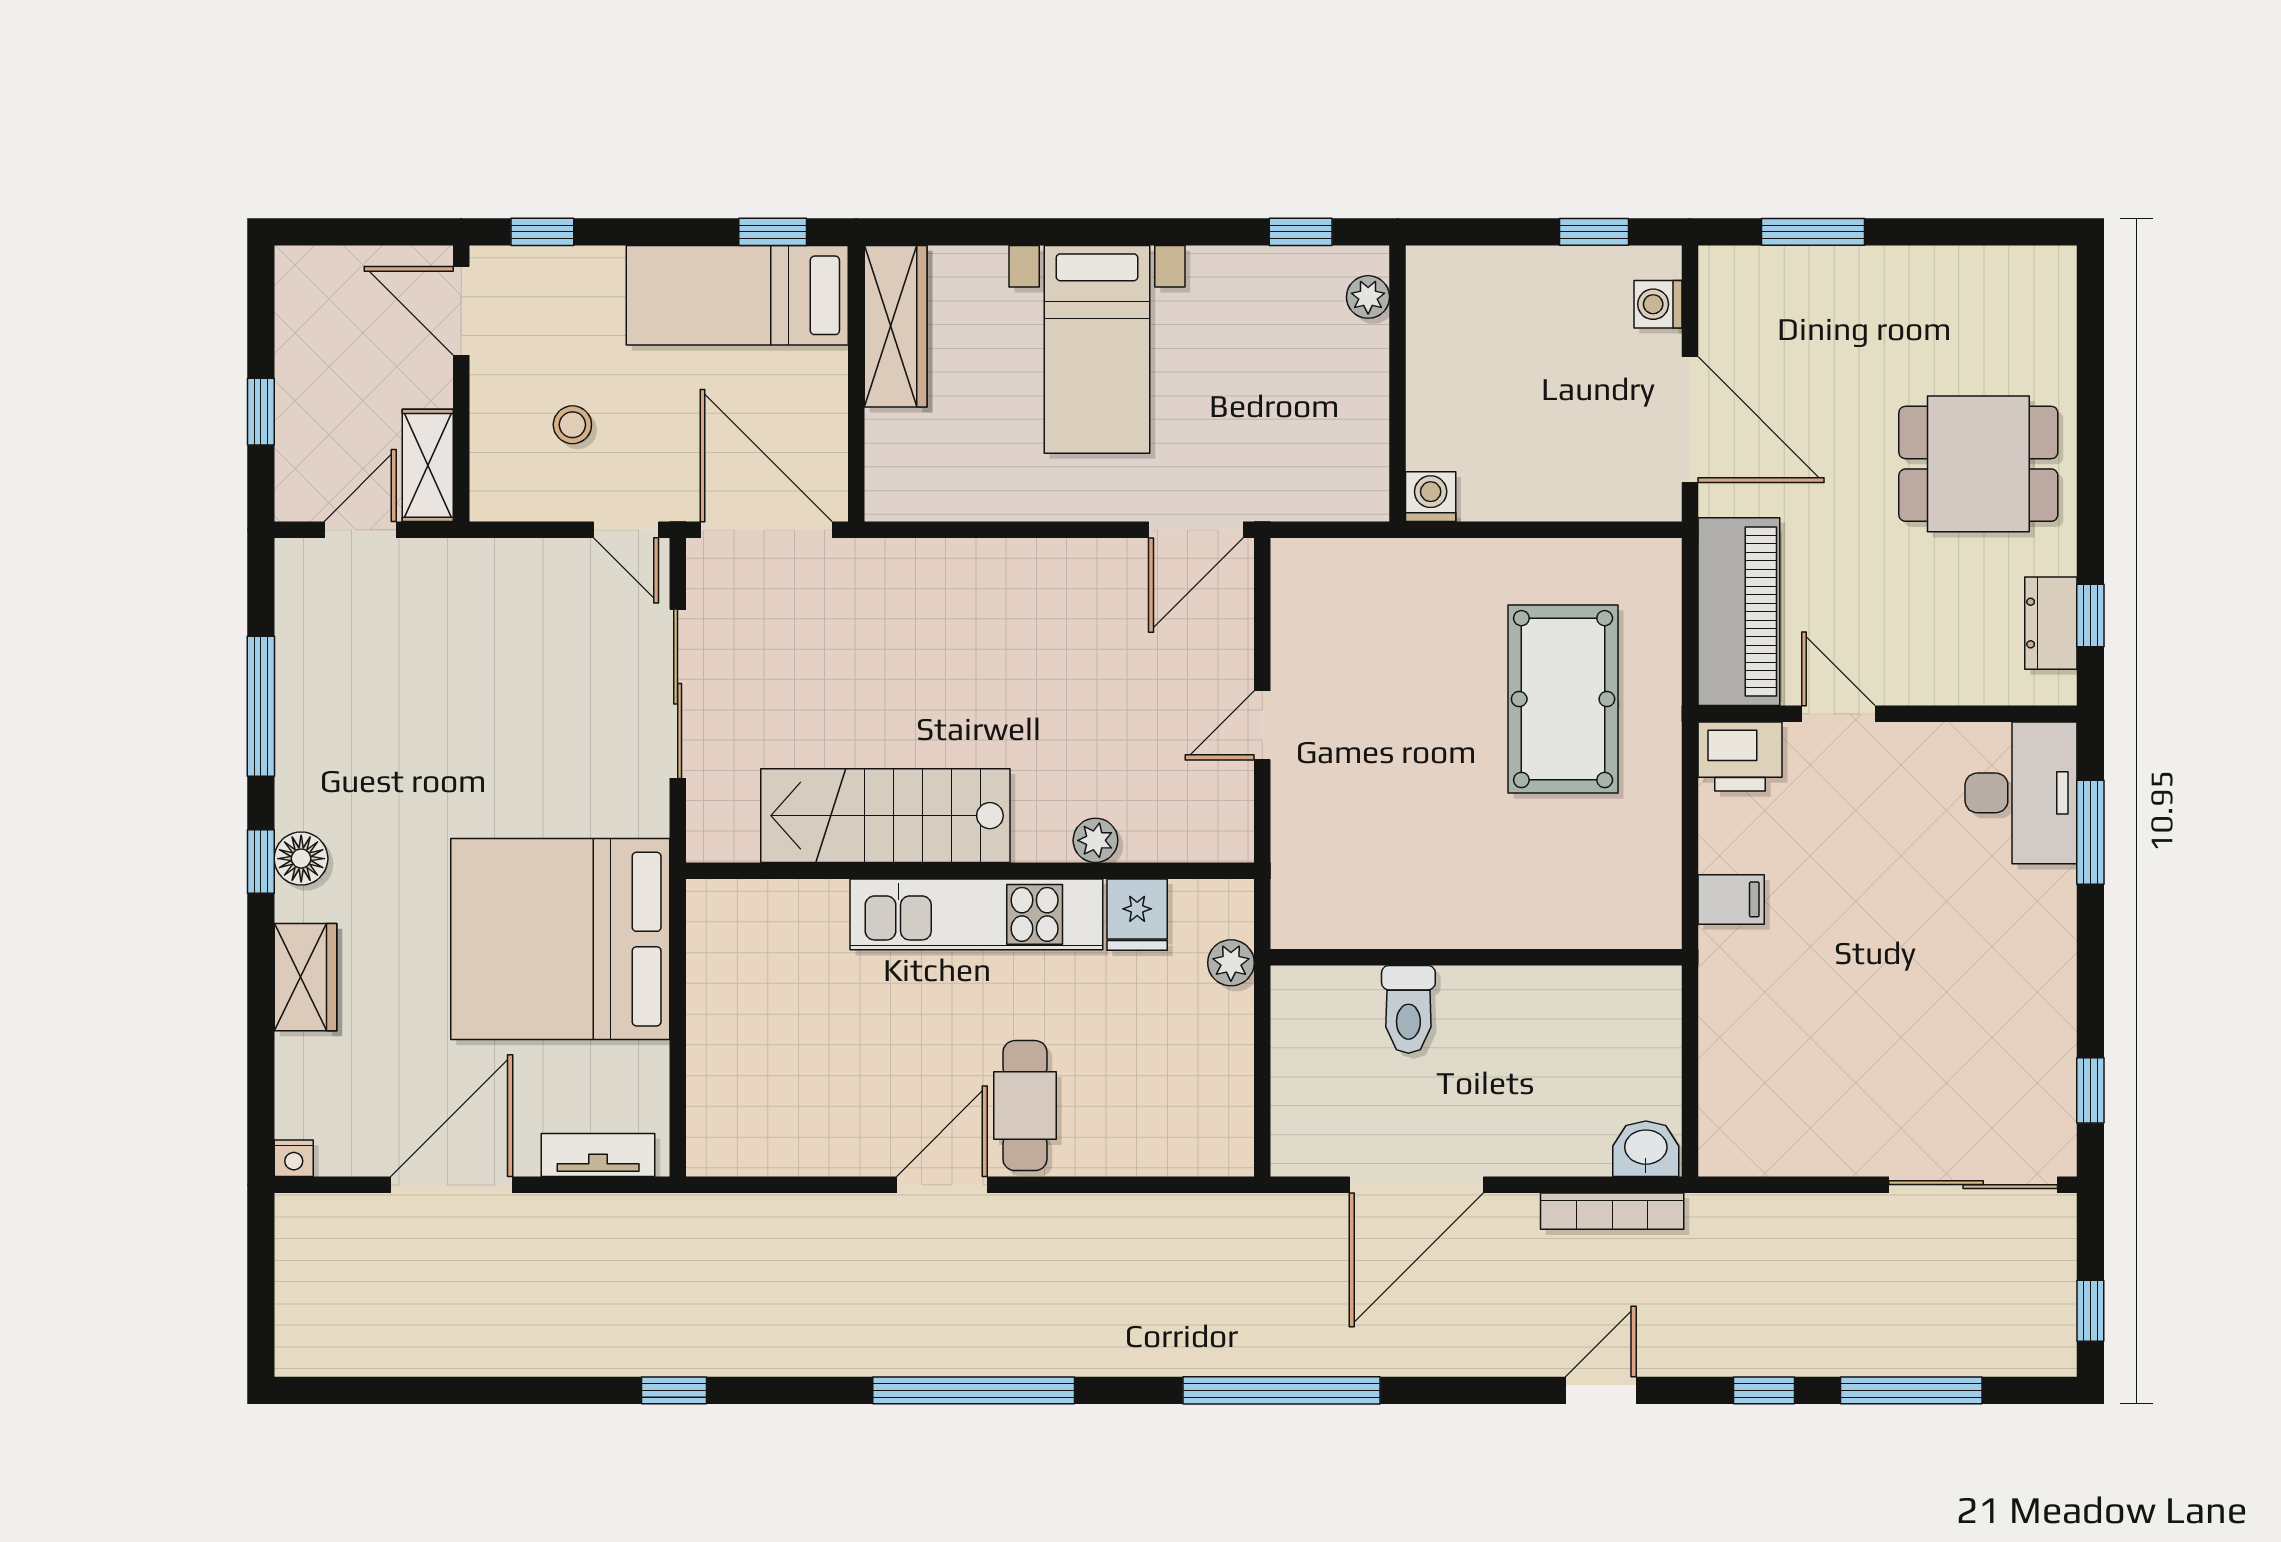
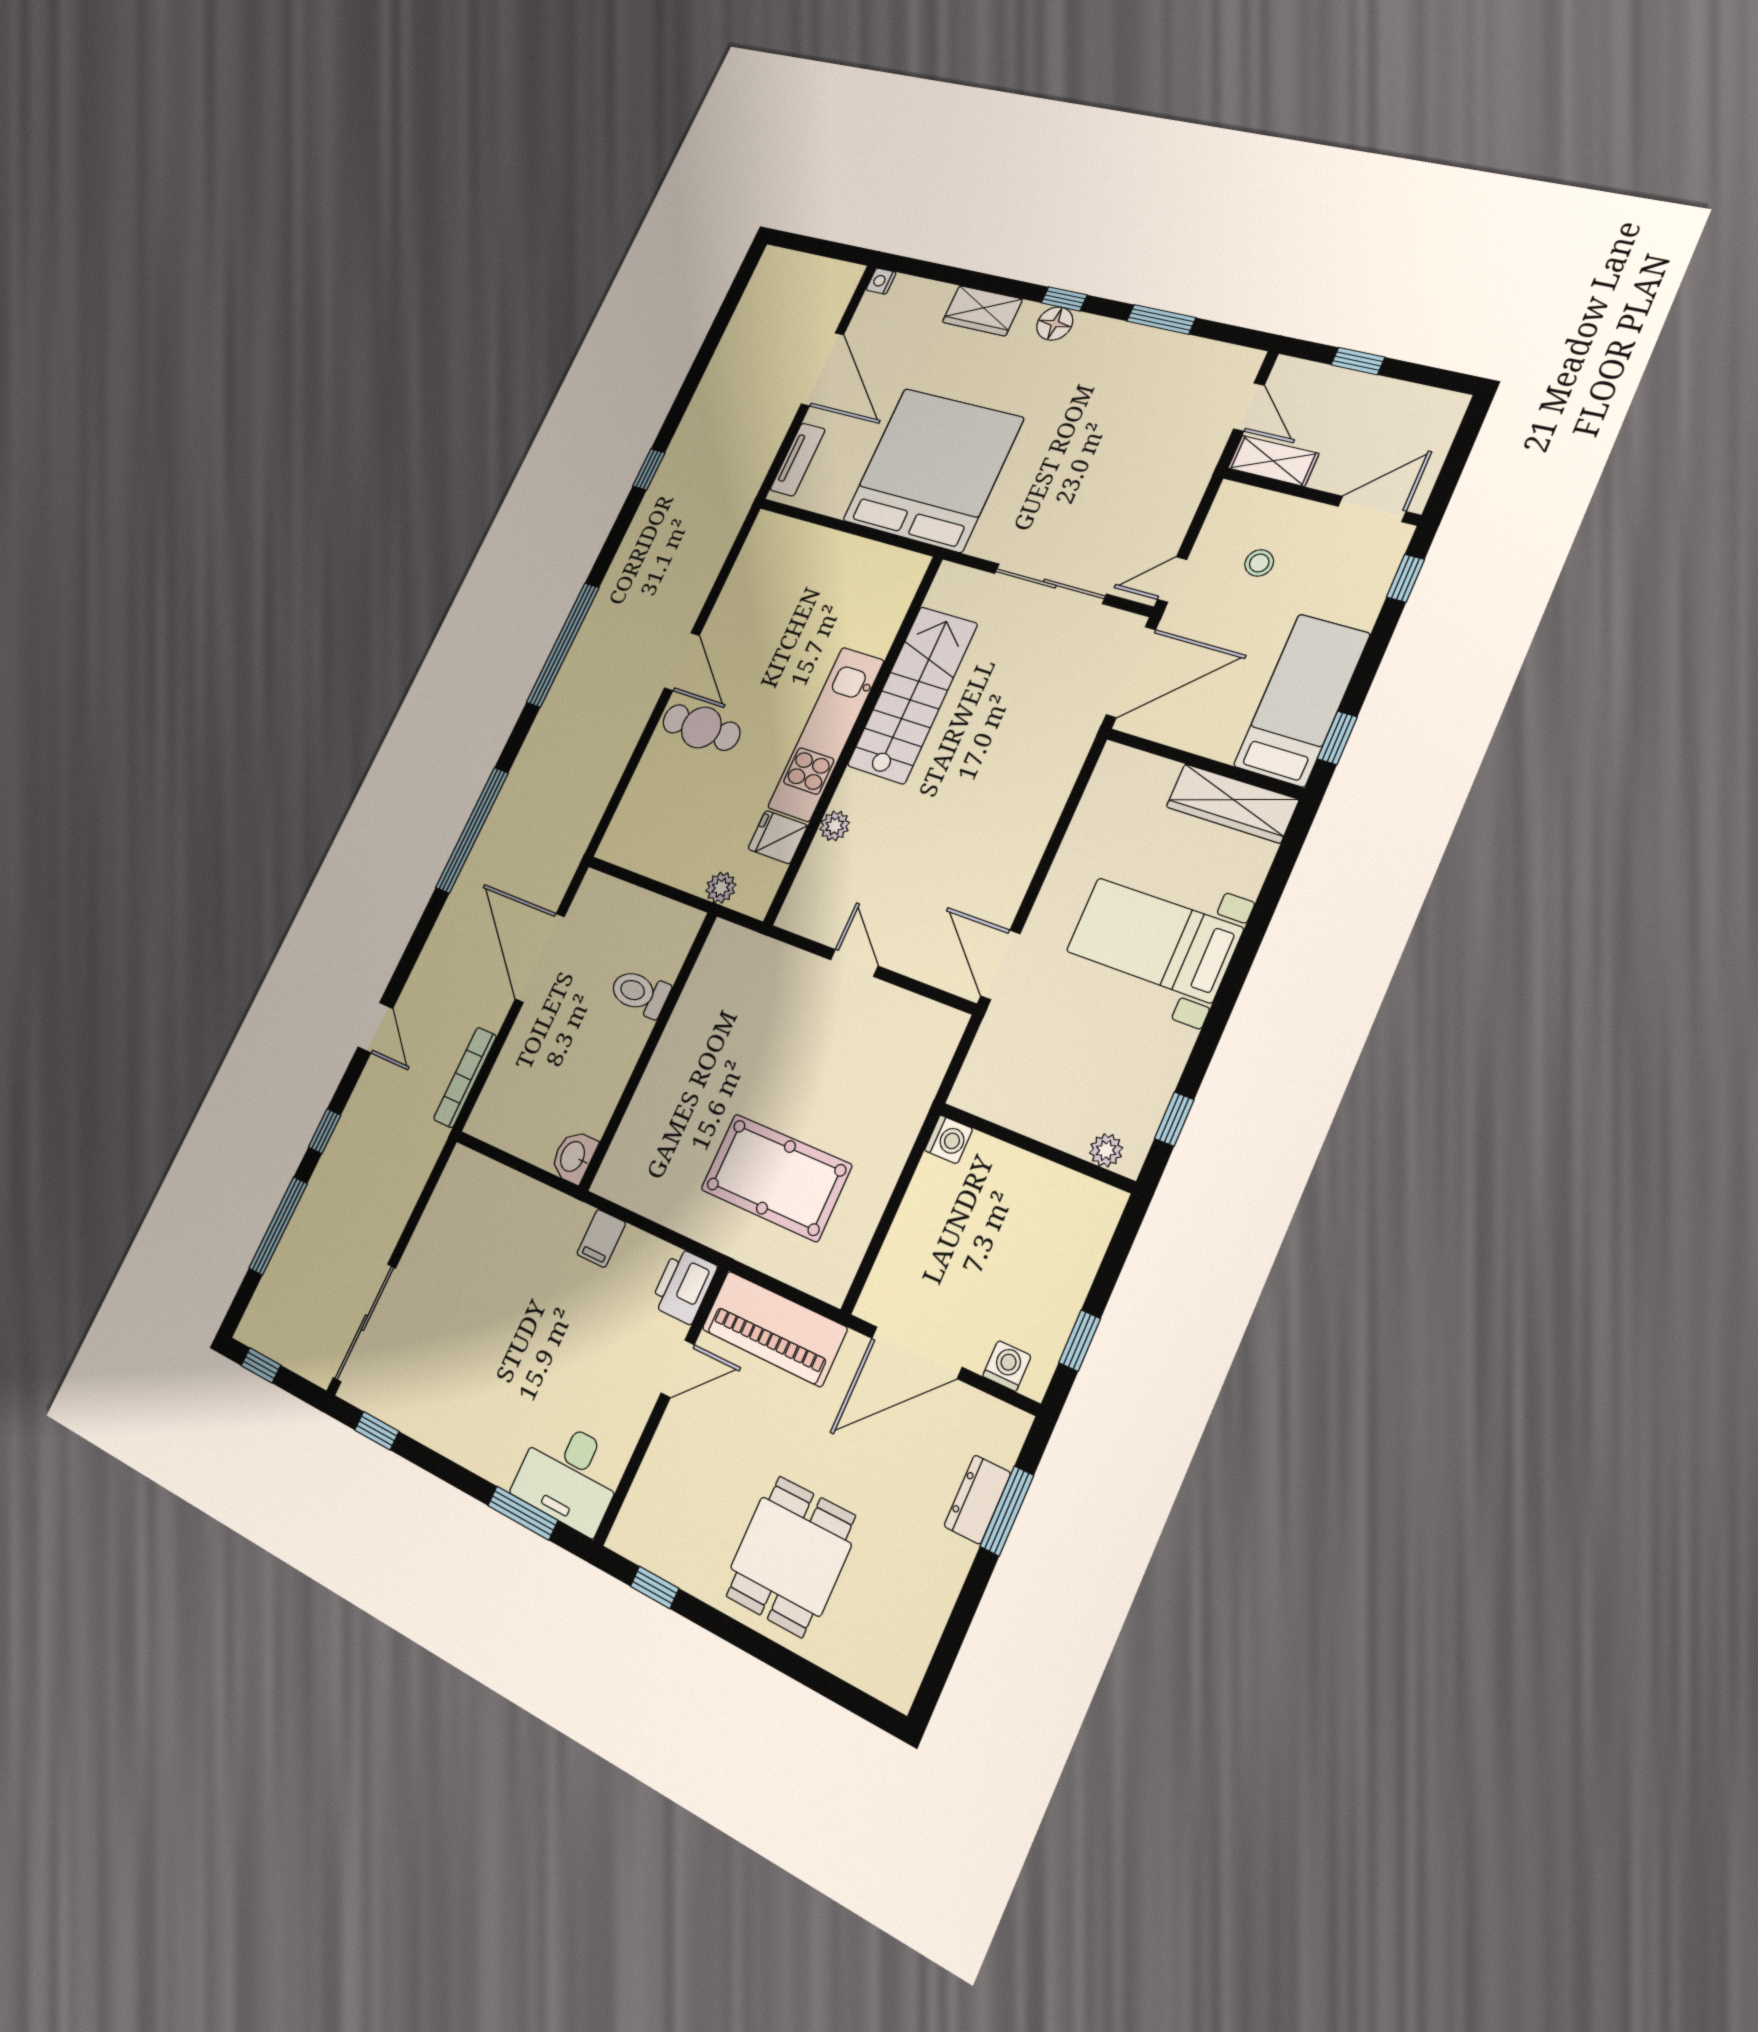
dresser: (2051, 623) -> (977, 1499), moved, turned -90
window: (261, 706) -> (1161, 319), width x0.69
washbasin: (1646, 1149) -> (574, 1157), moved, turned 180

